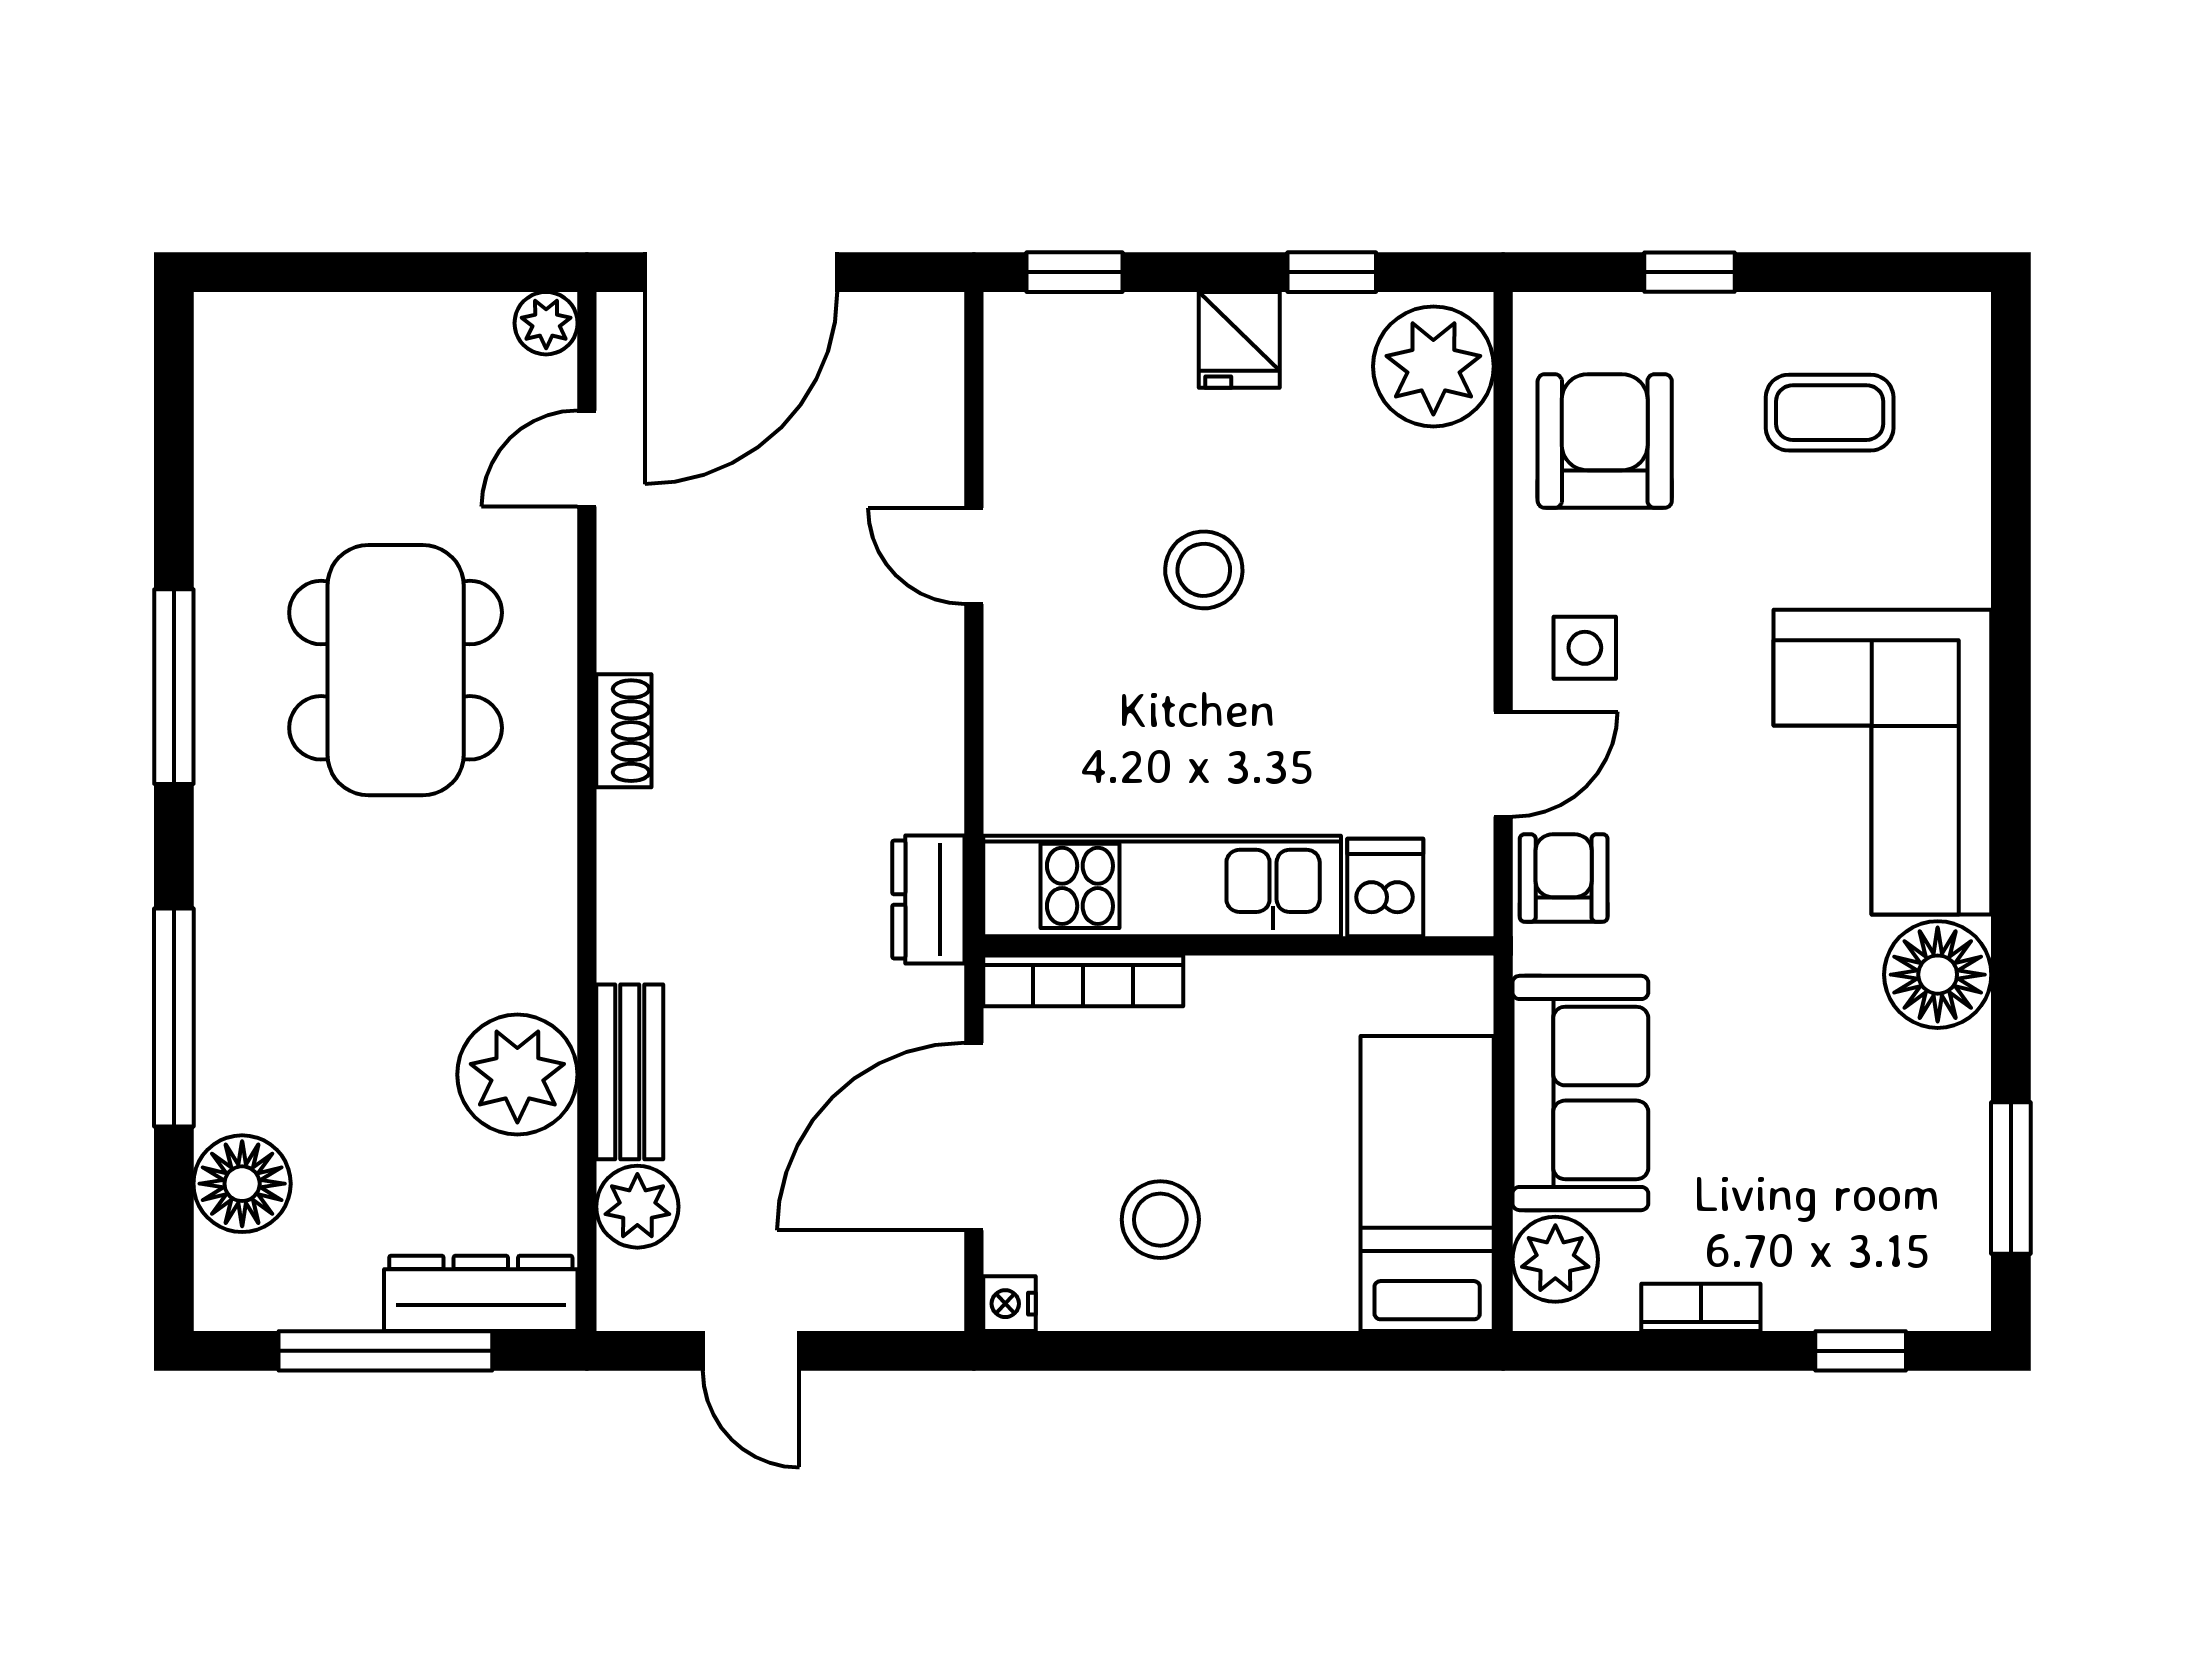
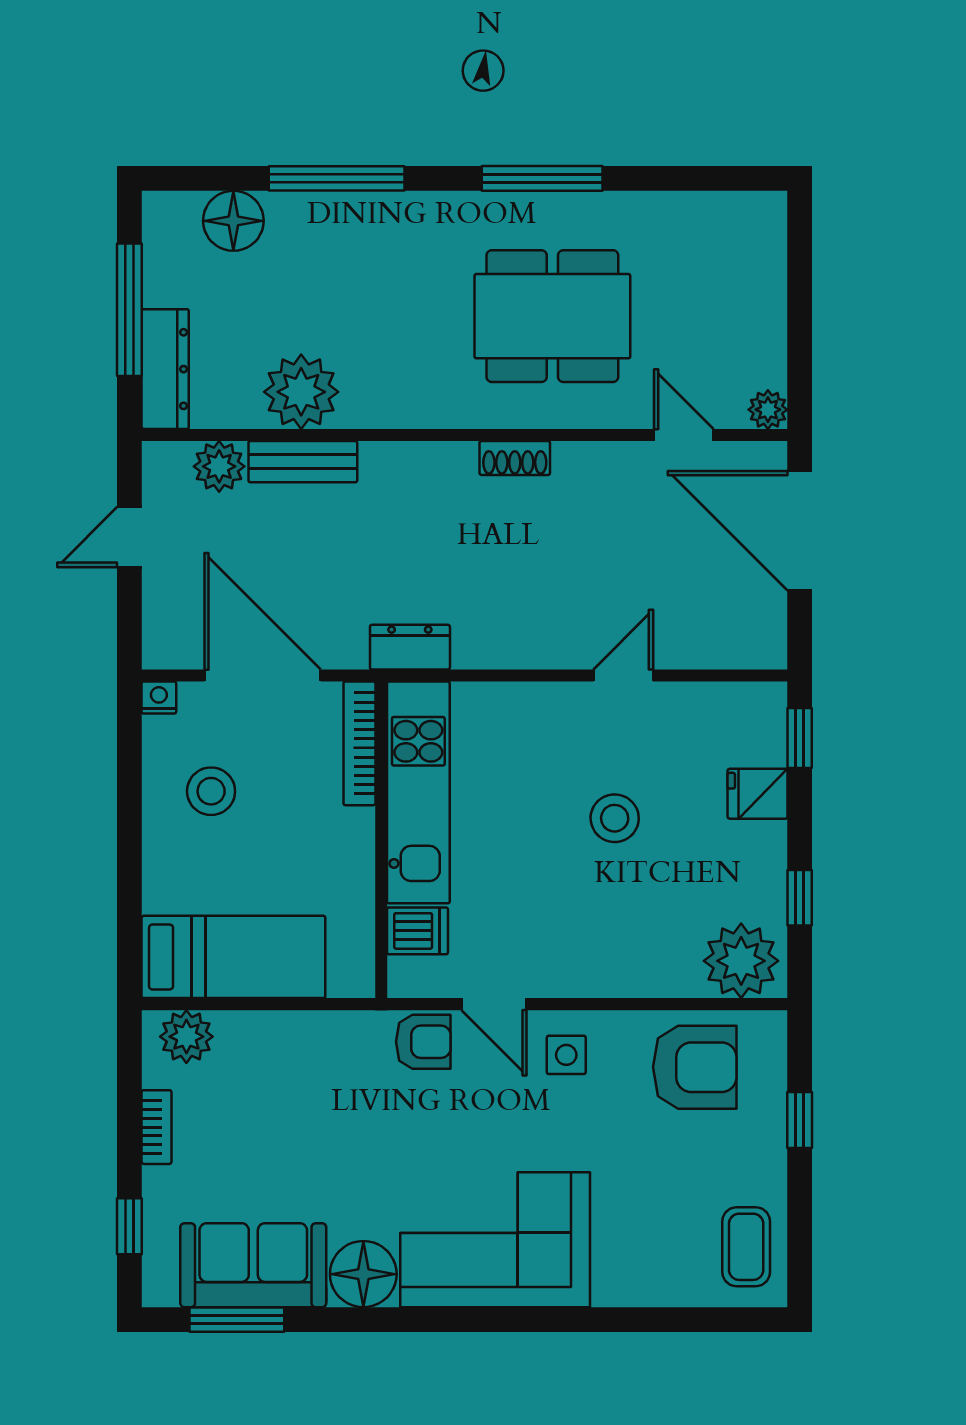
fridge: (1239, 340) -> (758, 794), moved
coffee table: (1830, 413) -> (746, 1247), moved
sofa: (1580, 1093) -> (253, 1265), moved, turned 180

